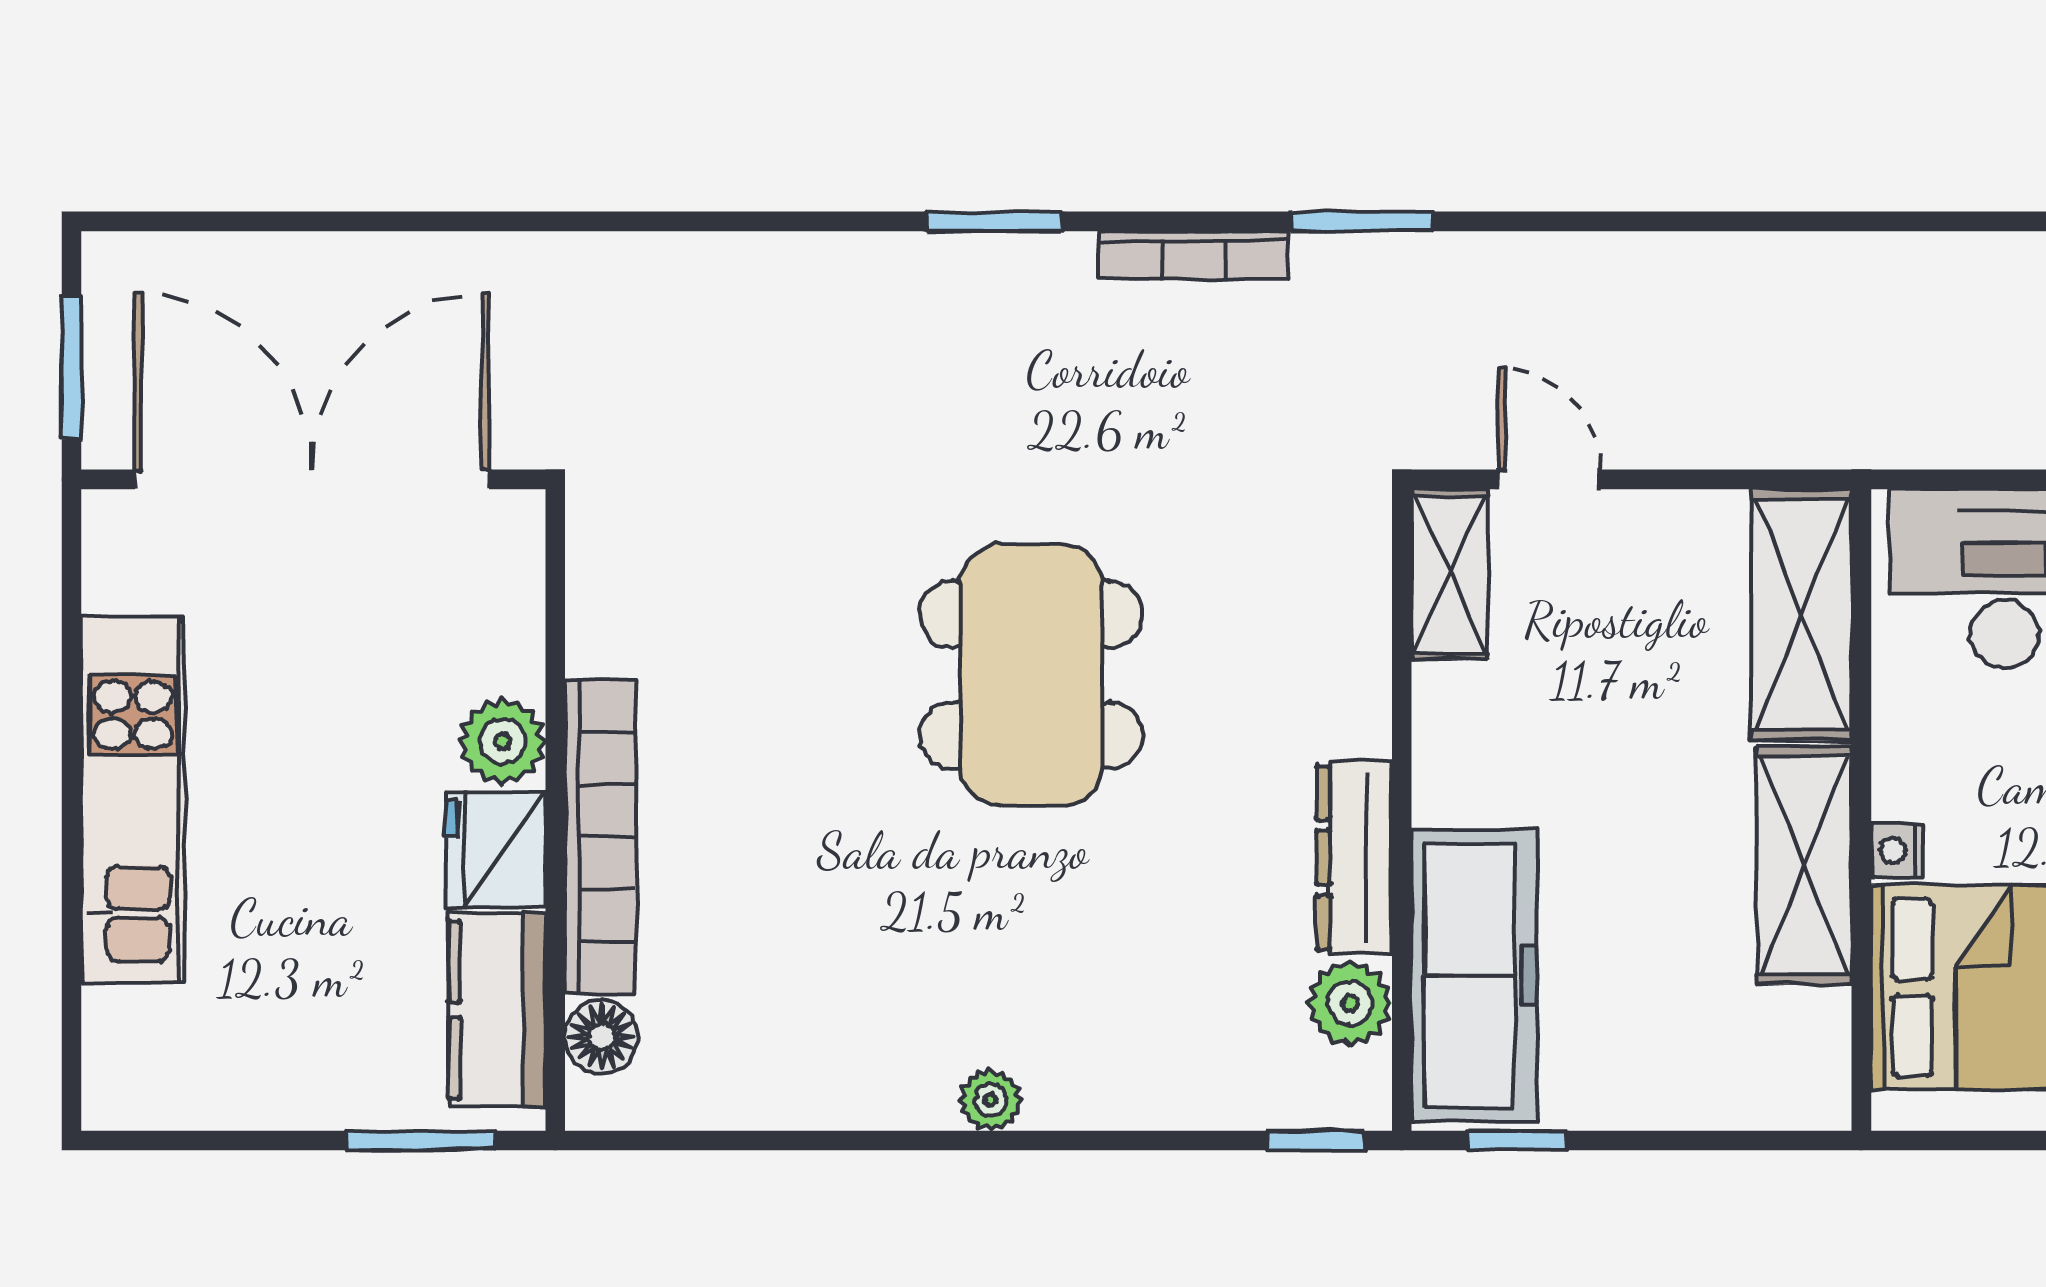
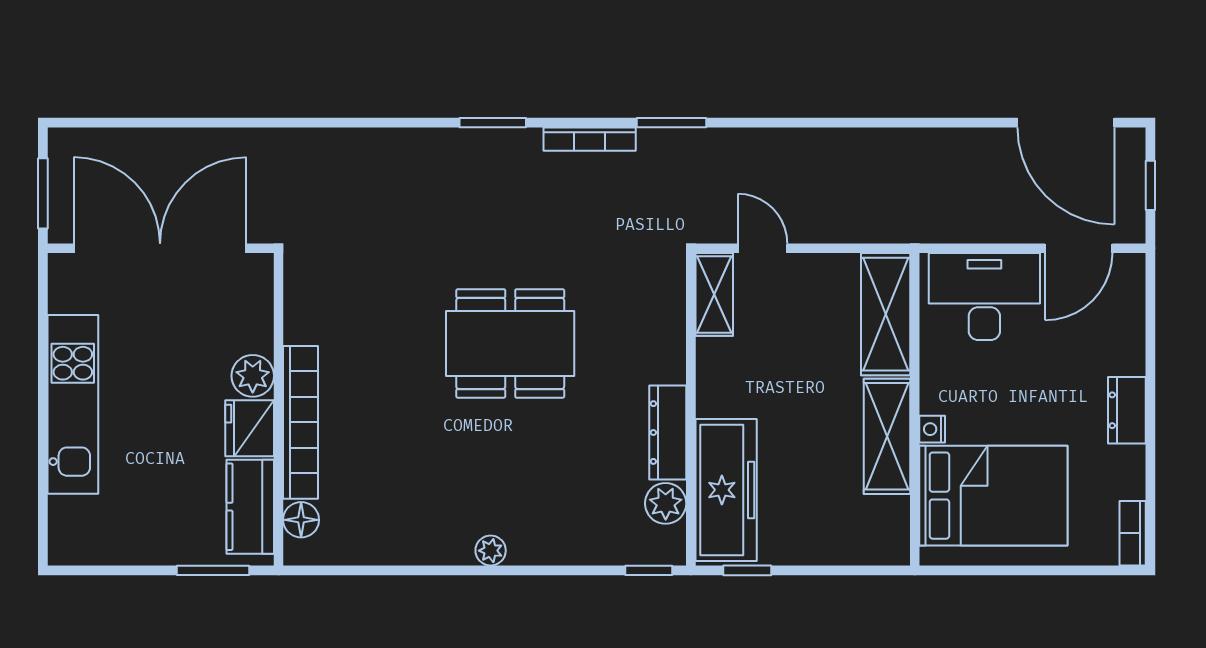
dining table: (1031, 675) -> (510, 343), turned 90

